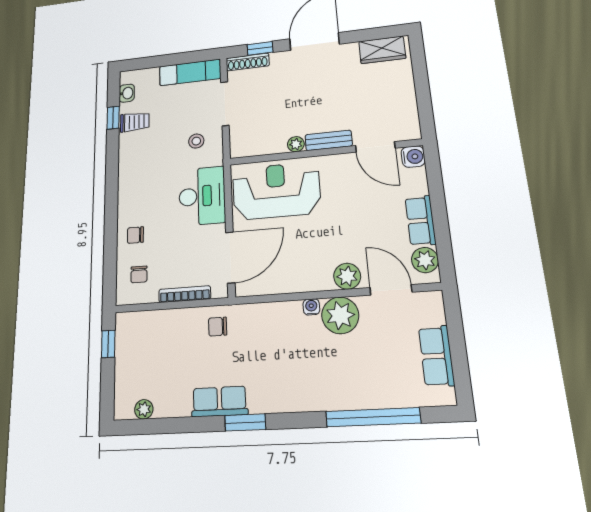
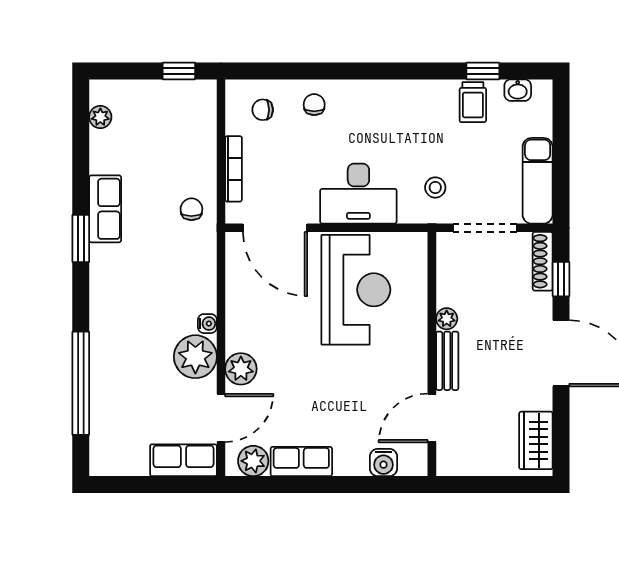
bench: (329, 140) -> (447, 361), moved
plant: (296, 144) -> (447, 319), moved
door: (375, 147) -> (432, 418), moved
wall: (324, 152) -> (432, 354), moved
row of seats: (436, 356) -> (183, 460), moved

